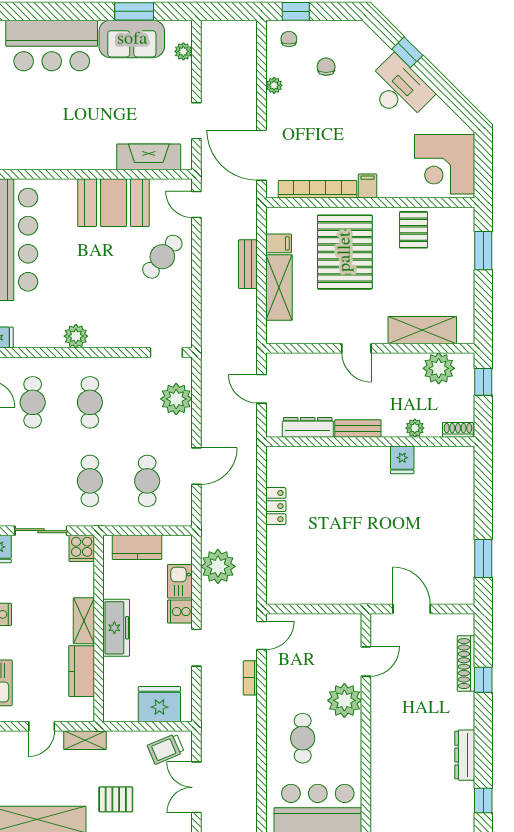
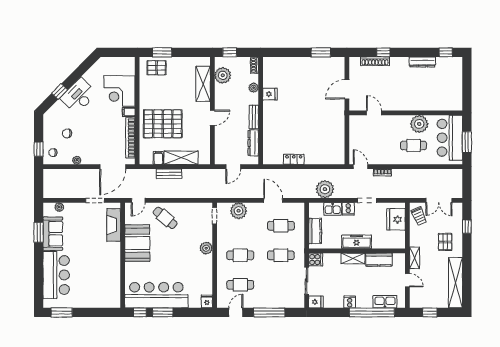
corner desk: (445, 164) -> (120, 91), moved, turned 90
pallet: (414, 230) -> (157, 68), moved
plant: (76, 336) -> (206, 248), moved
plant: (344, 700) -> (419, 124), moved

